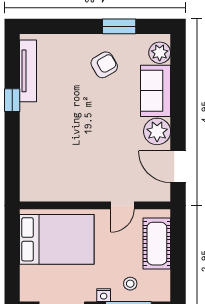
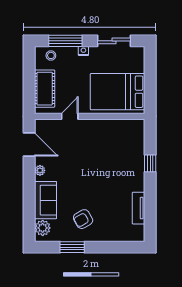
tv unit: (28, 71) -> (139, 208), width x0.71
window: (12, 100) -> (150, 163), moved
plant: (157, 131) -> (40, 170), width x0.53, depth x0.53
stool: (130, 284) -> (51, 55), moved

